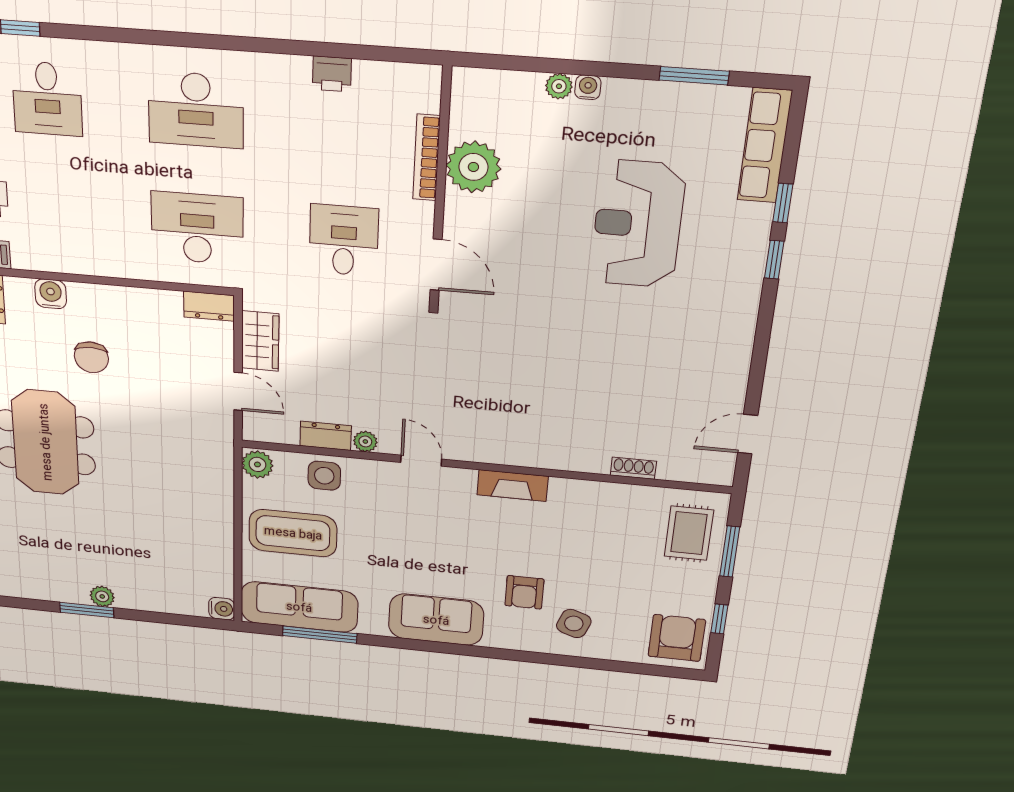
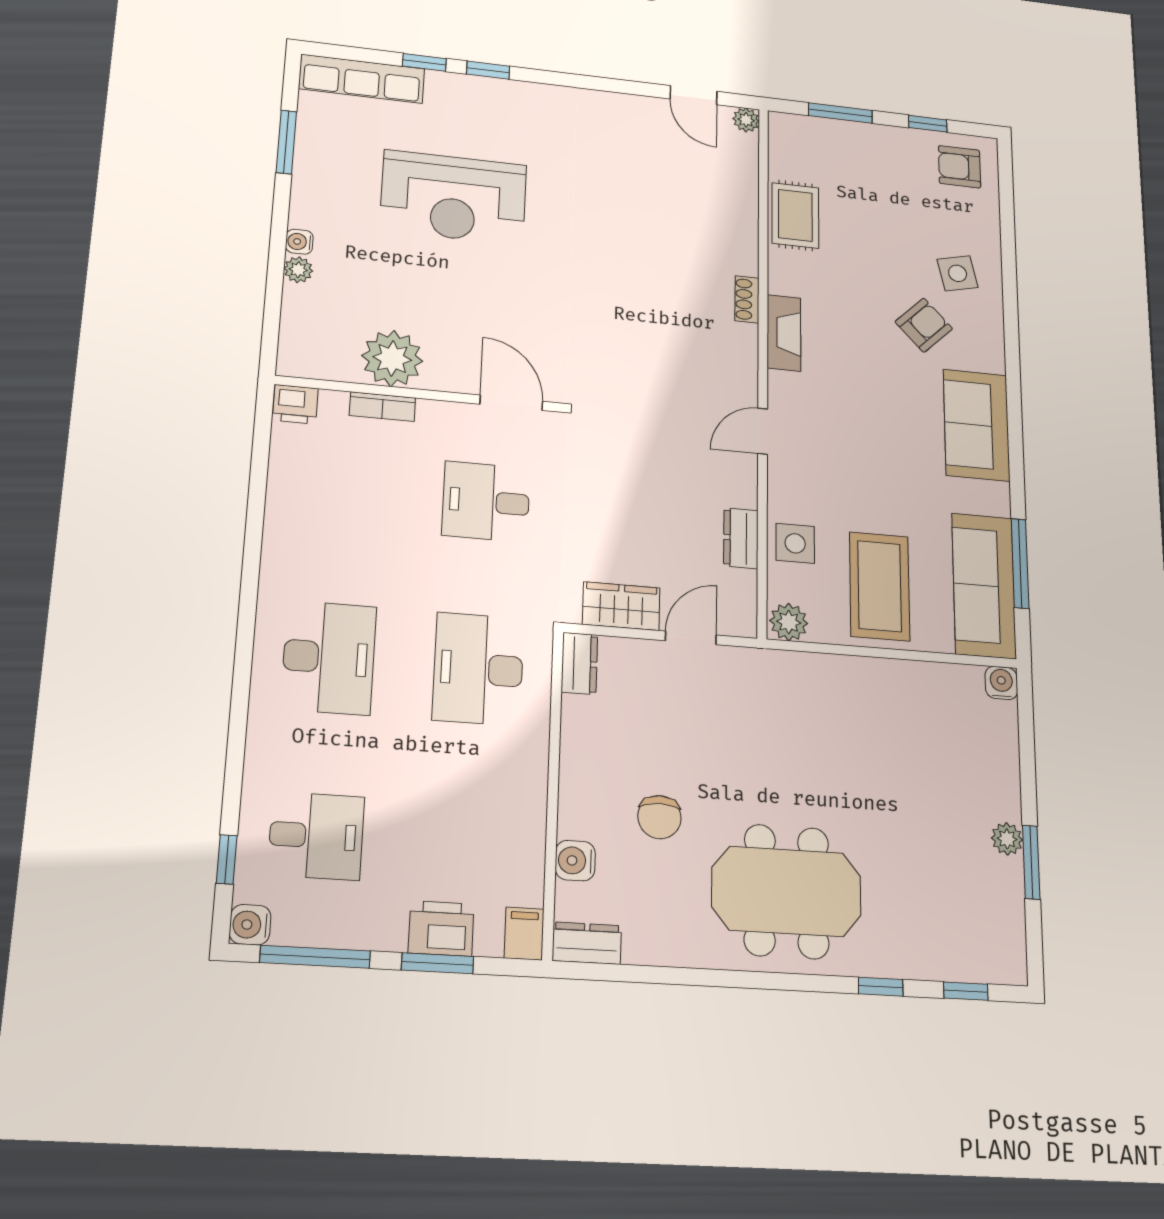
printer: (332, 74) -> (295, 404), moved, turned 90
bookcase: (426, 158) -> (382, 407), width x0.64
door: (436, 265) -> (511, 403), hinge flipped
chair: (91, 357) -> (659, 817), turned 90
plant: (365, 441) -> (746, 120), moved
shoe rack: (633, 468) -> (747, 299), moved
rug: (689, 533) -> (795, 215), moved, turned 90
armchair: (524, 592) -> (924, 325), turned -44
side table: (574, 623) -> (958, 273), turned -33
armchair: (677, 638) -> (960, 167), width x0.72, depth x0.72

